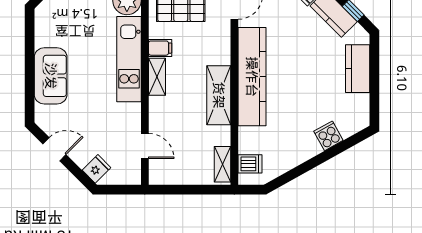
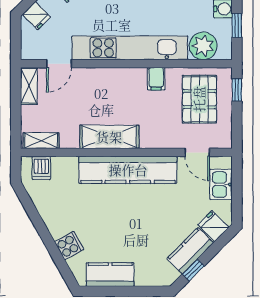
kitchen unit: (129, 59) -> (130, 48), width x1.36
kitchen counter: (358, 69) -> (110, 275), moved
shelving: (157, 77) -> (29, 86), moved, turned 90

